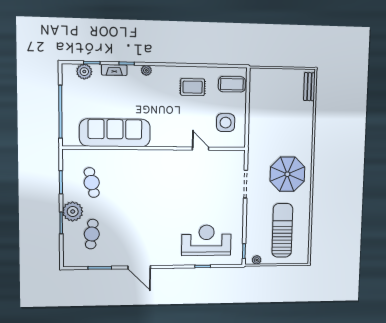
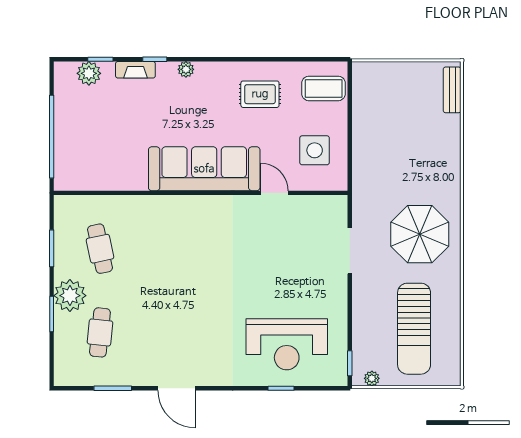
sofa: (115, 133) -> (204, 169), moved
sun lounger: (282, 230) -> (414, 329), turned 180
reception desk: (206, 240) -> (287, 344), turned 180

